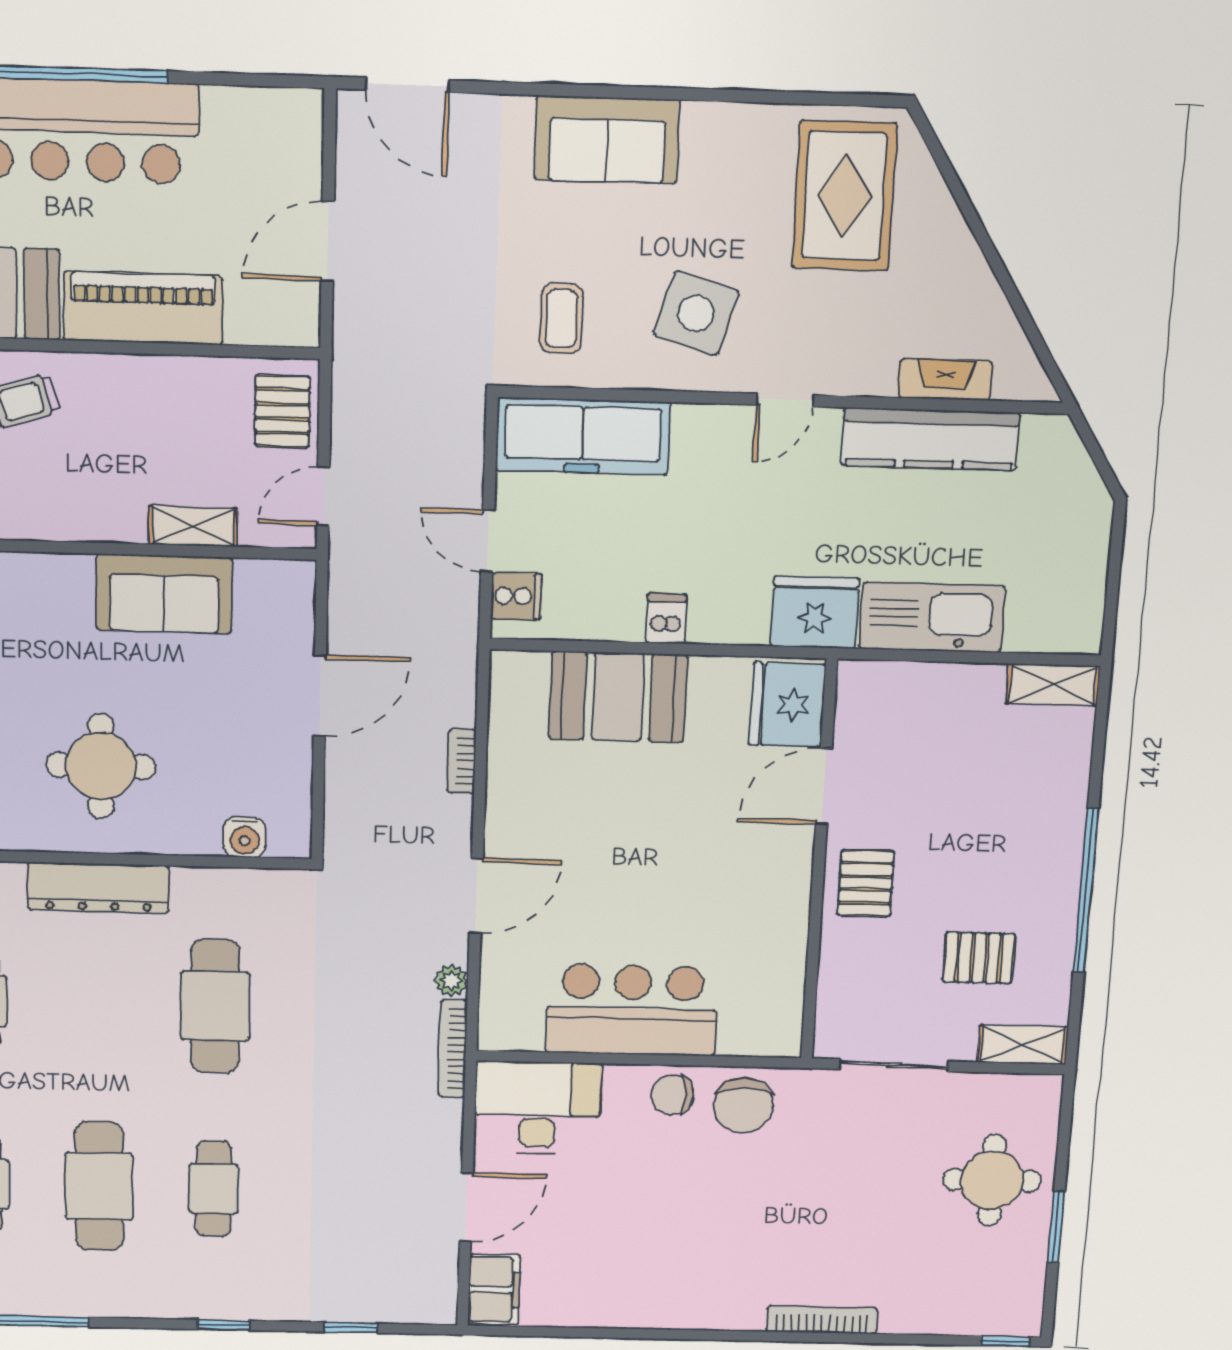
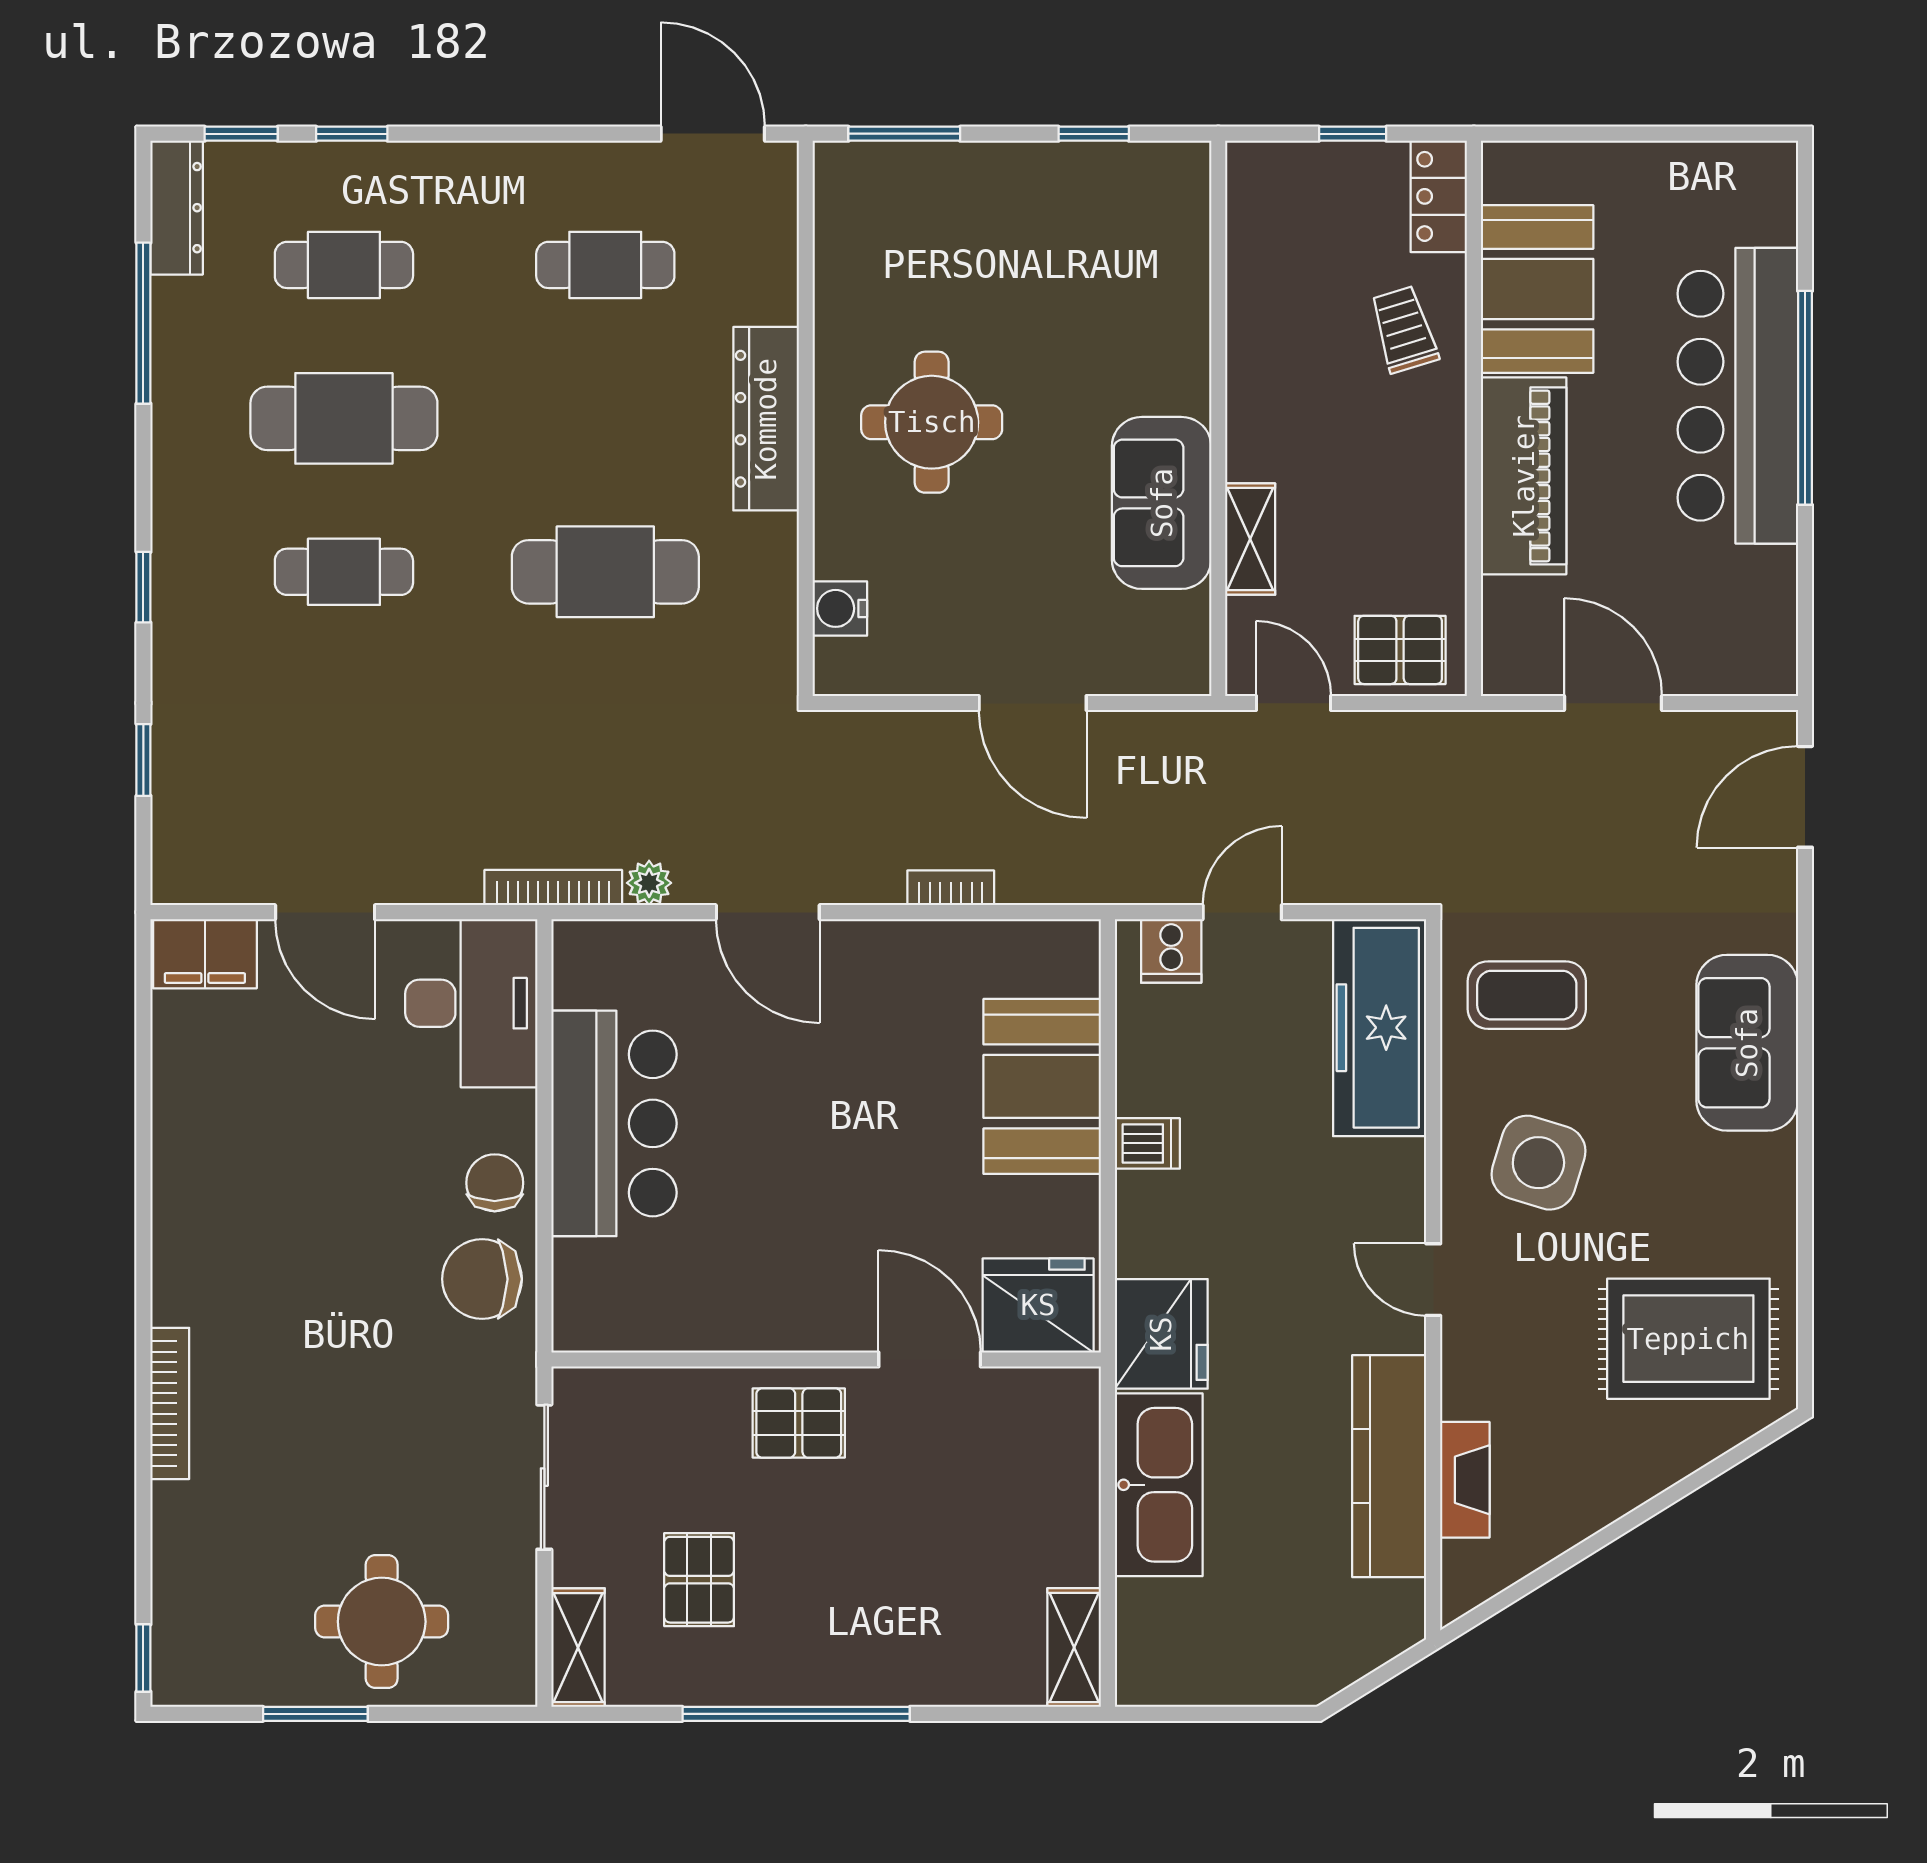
coffee table: (561, 318) -> (1527, 995), width x1.36, depth x1.30

